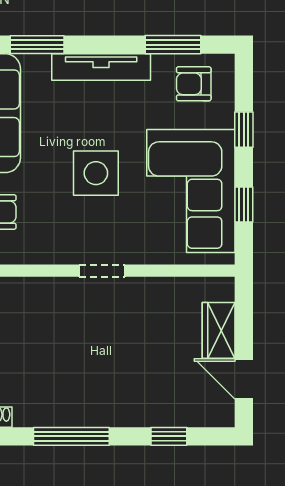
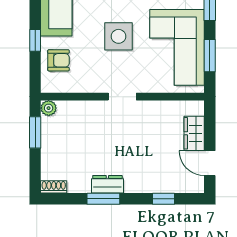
window: (244, 205) -> (210, 56), width x1.50
dresser: (78, 413) -> (107, 184), added
window: (71, 436) -> (103, 199), width x0.69

